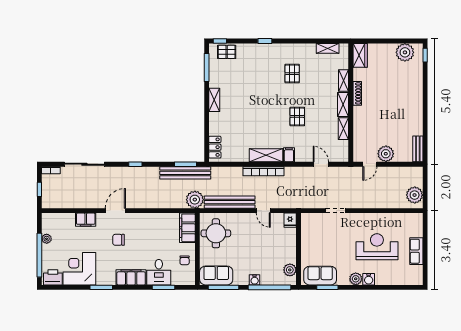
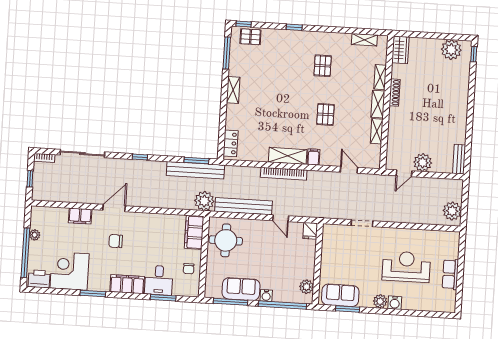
sofa: (216, 275) -> (241, 289), moved

